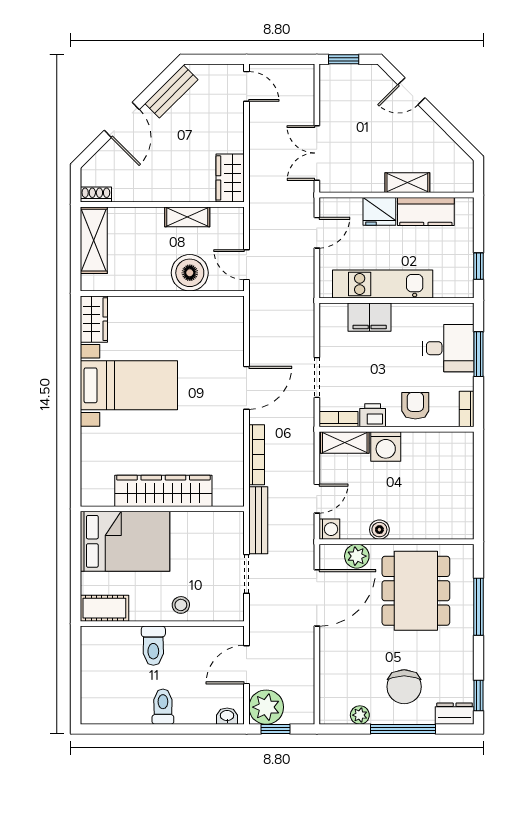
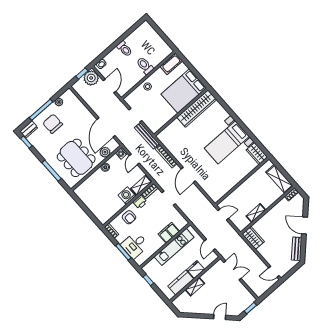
boiler: (190, 273) -> (239, 196), removed
wardrobe: (163, 491) -> (197, 108), moved

